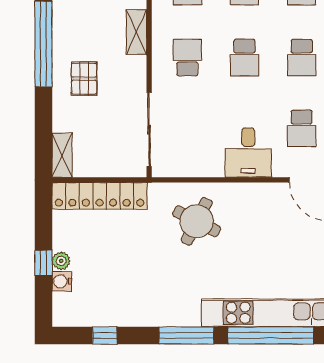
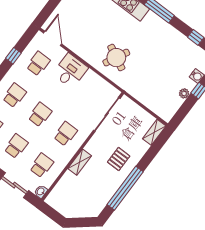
school desk: (187, 57) -> (65, 134), turned 180
locker: (100, 196) -> (151, 101), removed
plant: (61, 261) -> (184, 93), moved

